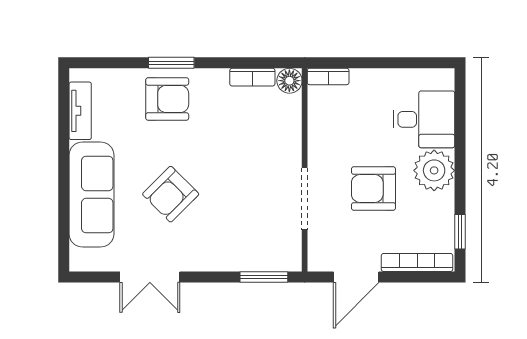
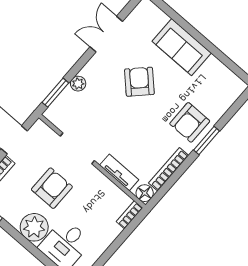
bookcase: (252, 77) -> (169, 169), width x1.56
tv unit: (80, 111) -> (119, 172), moved, turned 180
sofa: (92, 195) -> (182, 47), width x0.73
plant: (232, 260) -> (78, 84), added

